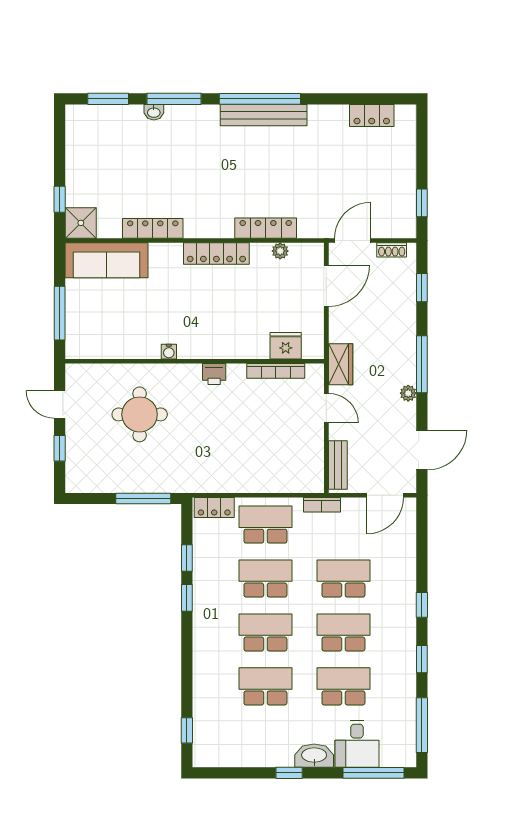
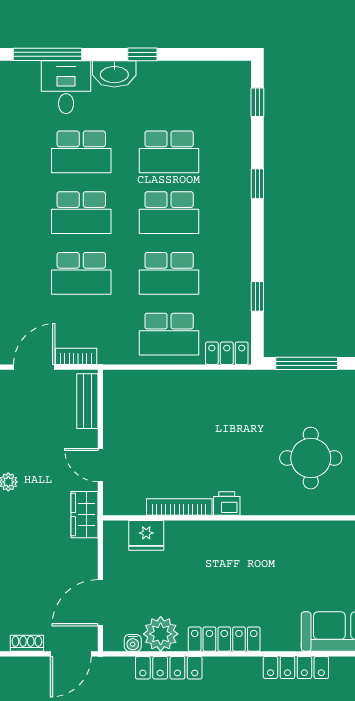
plant: (280, 251) -> (161, 634), width x1.88, depth x1.88
water cooler: (169, 352) -> (133, 643), moved, turned 180
bookcase: (276, 371) -> (179, 507), moved
bookcase: (322, 505) -> (76, 356), moved
window: (187, 598) -> (257, 184), moved

